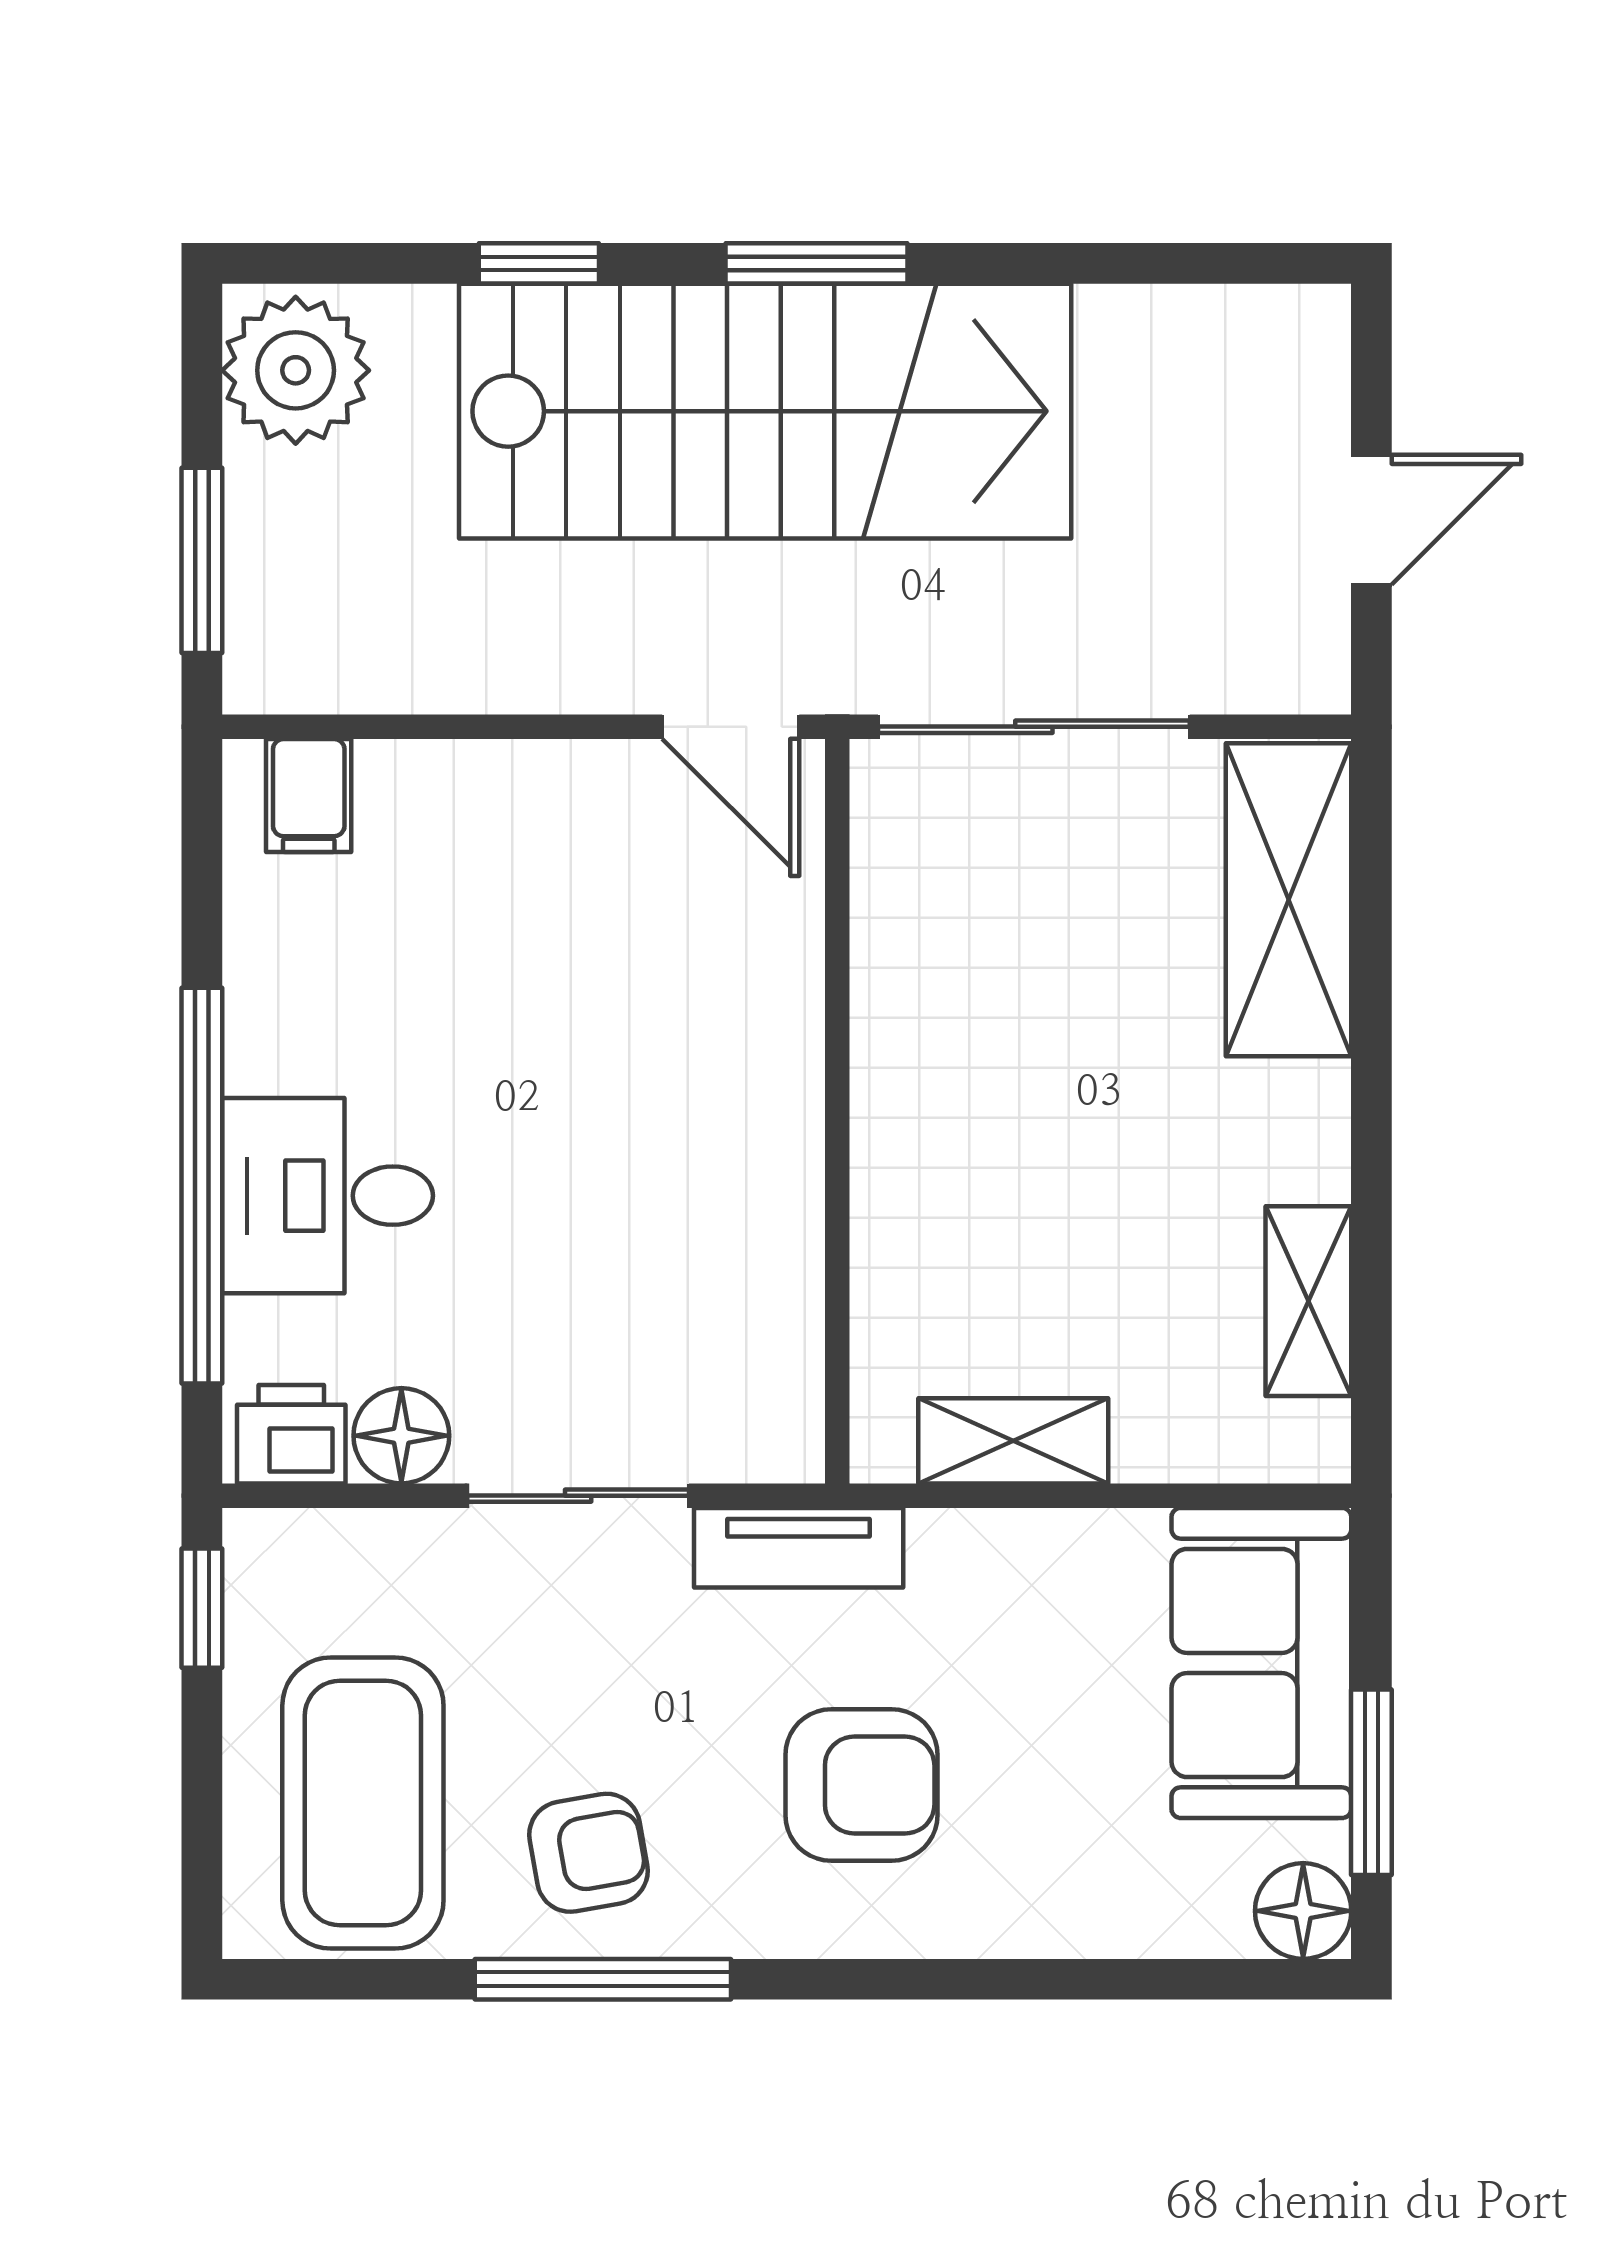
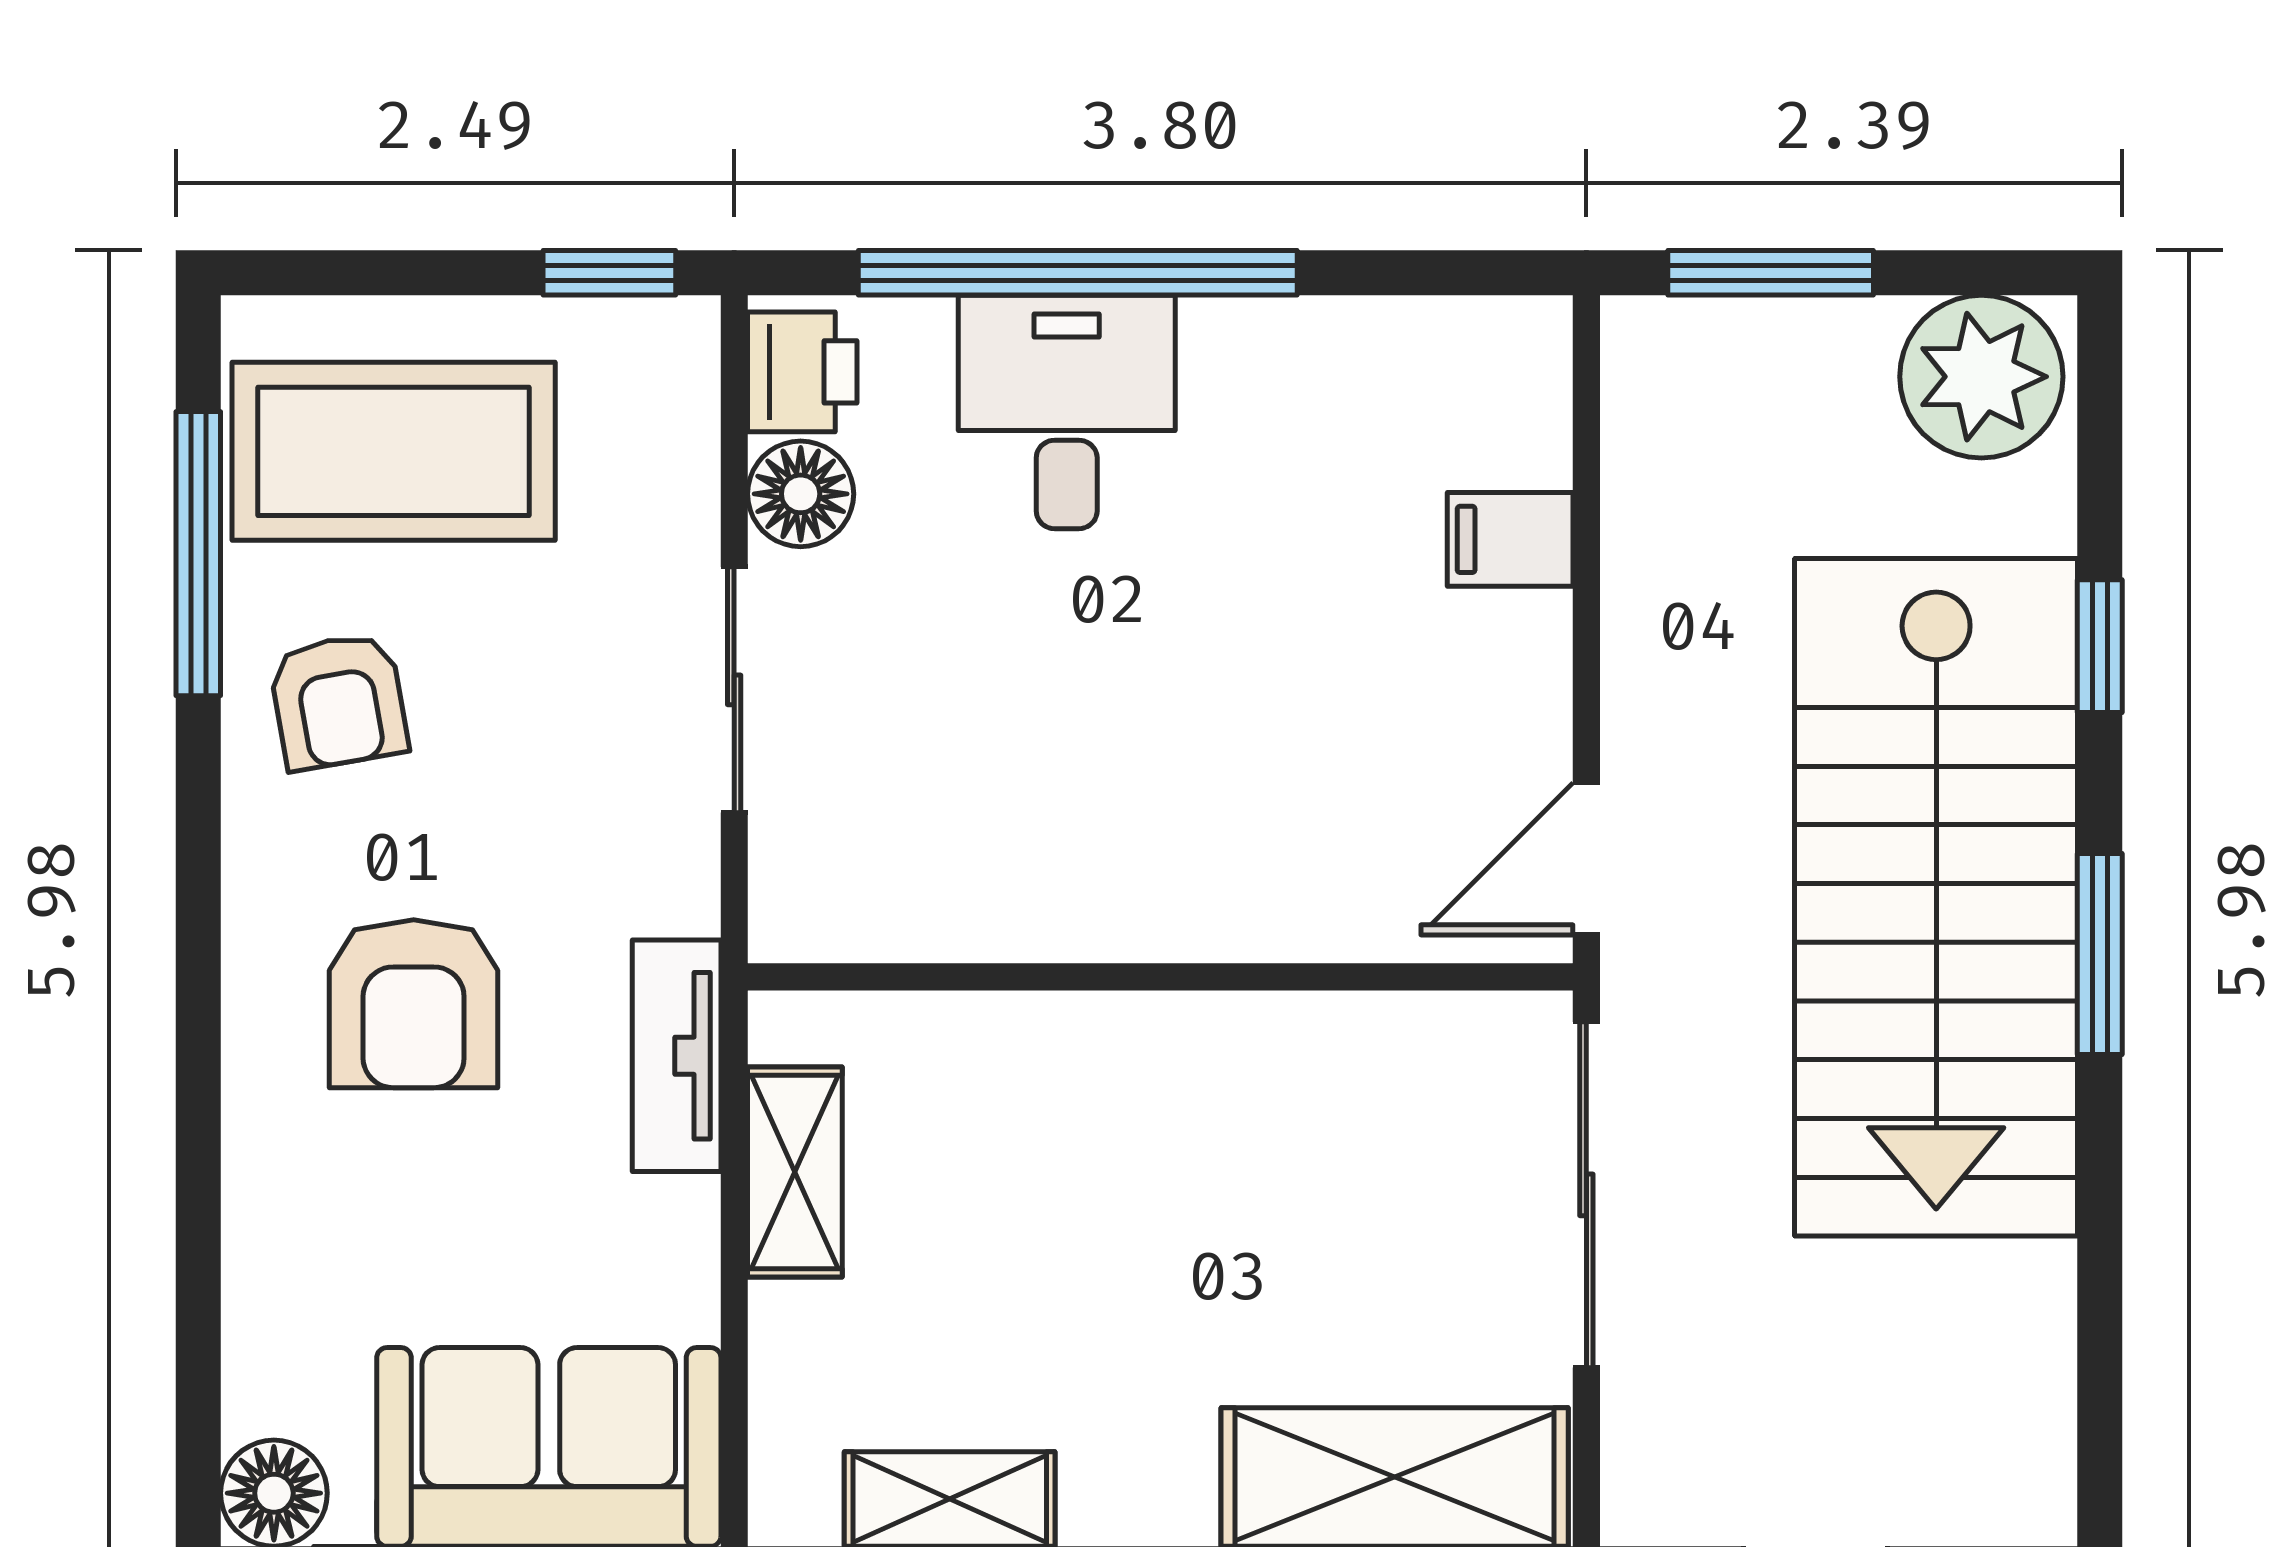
filing cabinet: (309, 796) -> (1510, 539), moved
tv unit: (799, 1548) -> (677, 1056), moved
window: (603, 1979) -> (198, 554), moved

